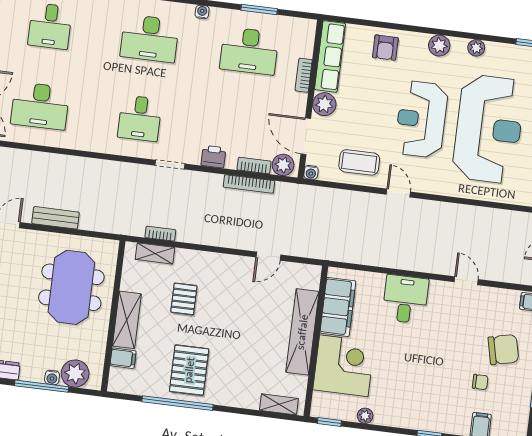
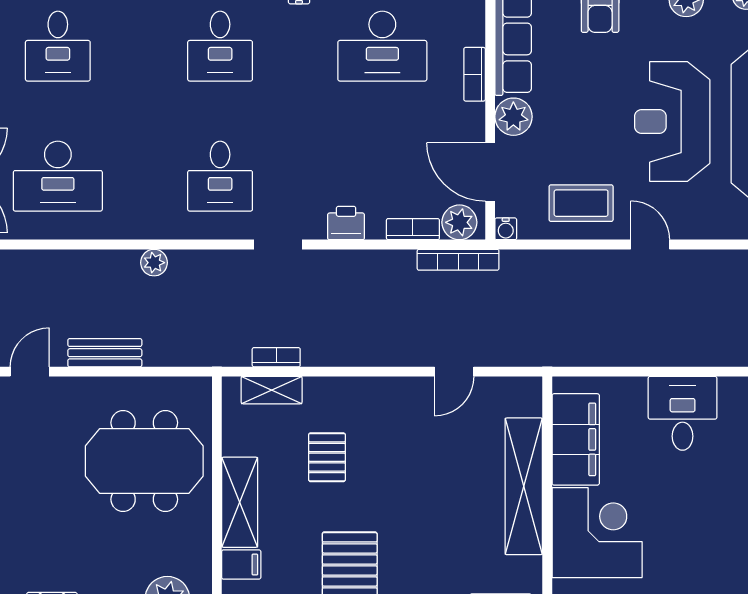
desk: (150, 38) -> (220, 46), width x0.73
plant: (93, 166) -> (154, 263), added
bookcase: (249, 184) -> (458, 260), moved
meeting table: (71, 287) -> (144, 461), turned 90

